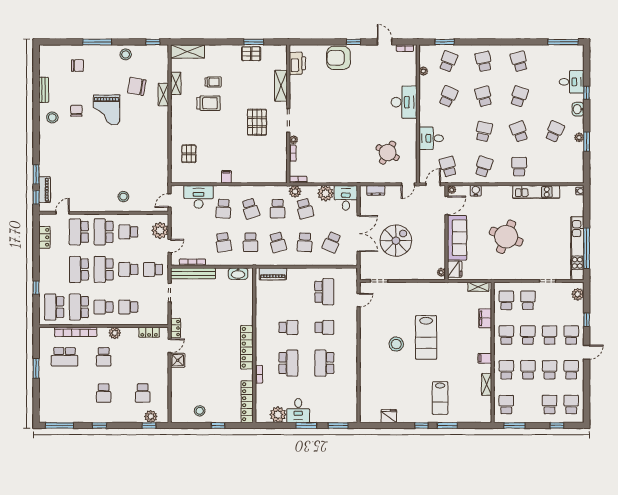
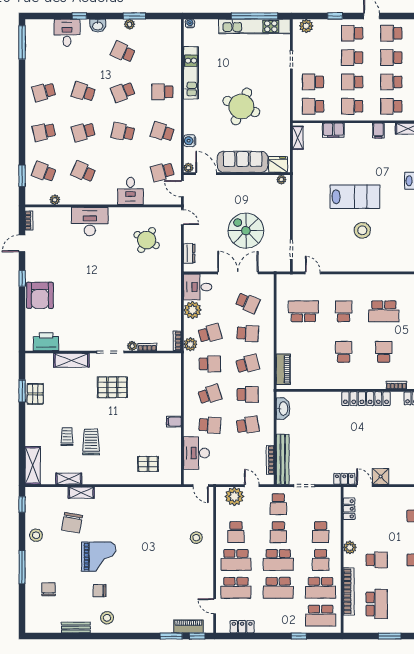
school desk: (288, 363) -> (384, 352), width x0.54

